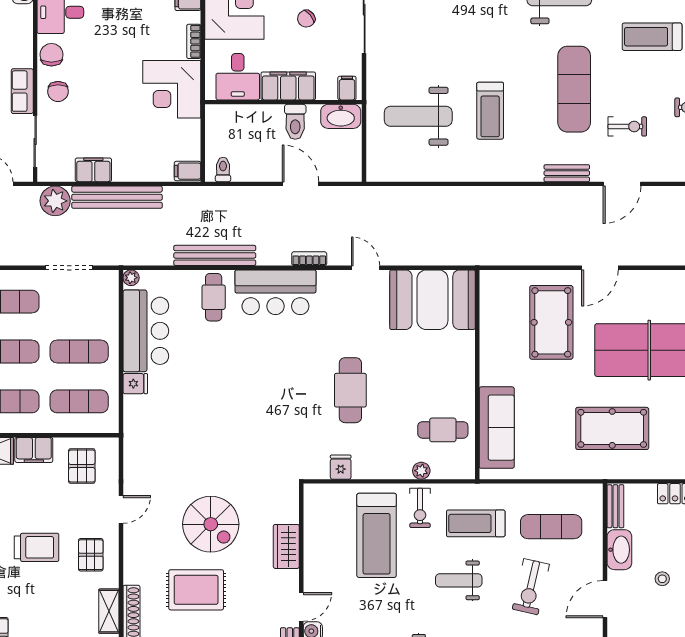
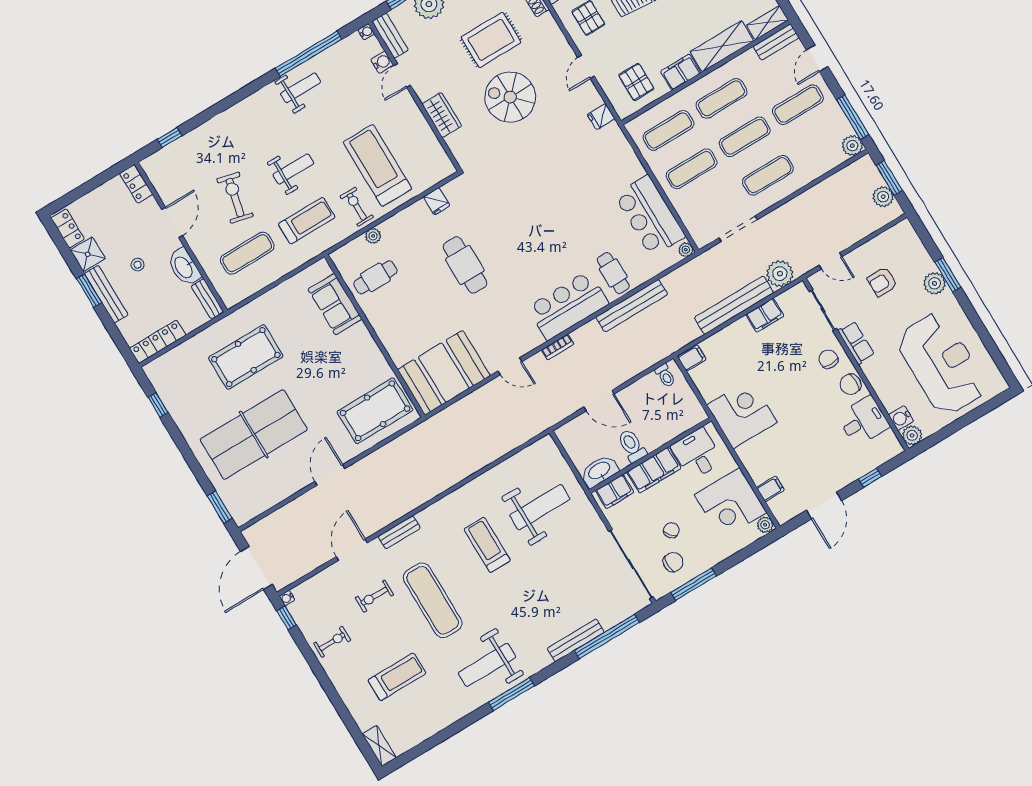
bookcase: (194, 41) -> (747, 461), removed
chair: (51, 55) -> (850, 384), turned 90
filing cabinet: (347, 88) -> (615, 492), width x2.00
pool table: (551, 322) -> (375, 411), moved, turned 90
fridge: (135, 384) -> (601, 117), moved
sofa: (497, 428) -> (335, 304), width x0.73

